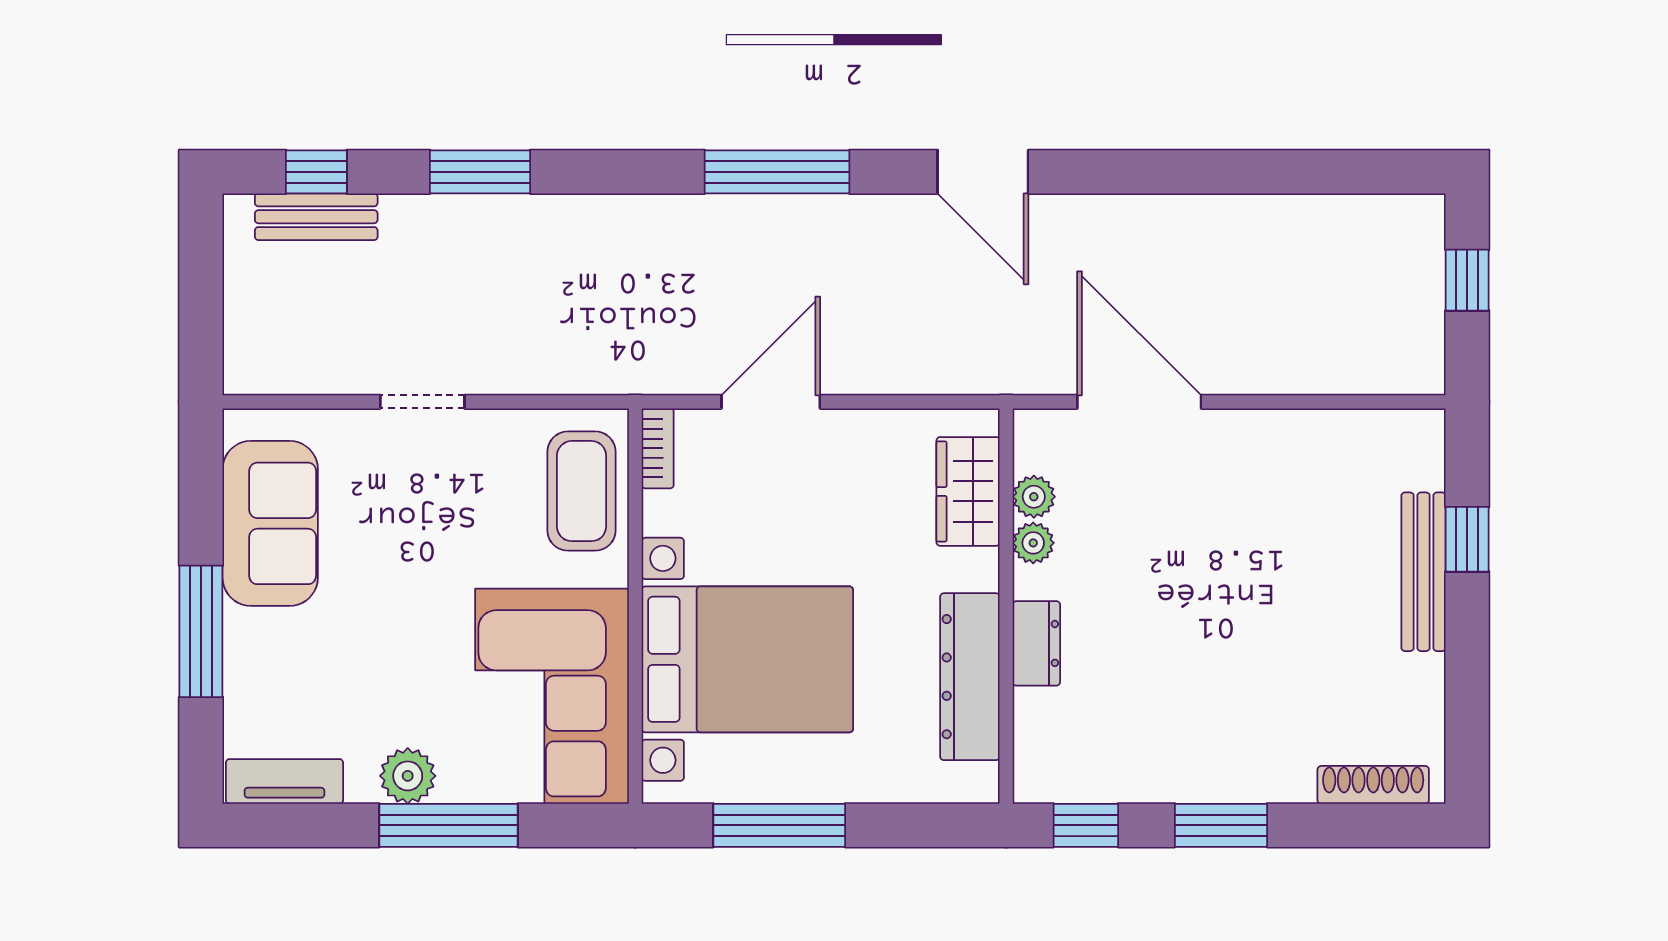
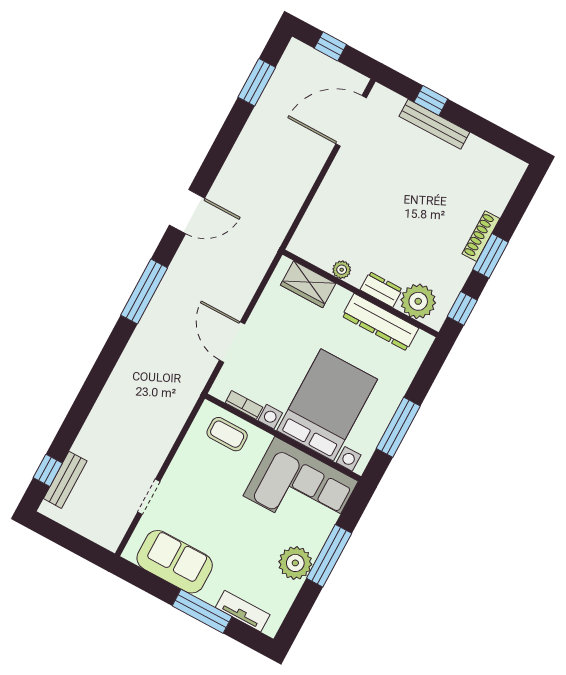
window: (480, 172) -> (257, 82), moved
doorway: (422, 402) -> (149, 497), moved
door: (1139, 402) -> (351, 121), moved
bookcase: (658, 448) -> (244, 405), moved
coffee table: (582, 491) -> (227, 434), width x0.73, depth x0.77
plant: (1034, 497) -> (418, 301), moved, width x1.88, depth x1.88
plant: (408, 776) -> (295, 563), width x1.36, depth x1.36
tv unit: (284, 781) -> (243, 611), moved, turned 90
shoe rack: (1373, 785) -> (481, 236), moved

